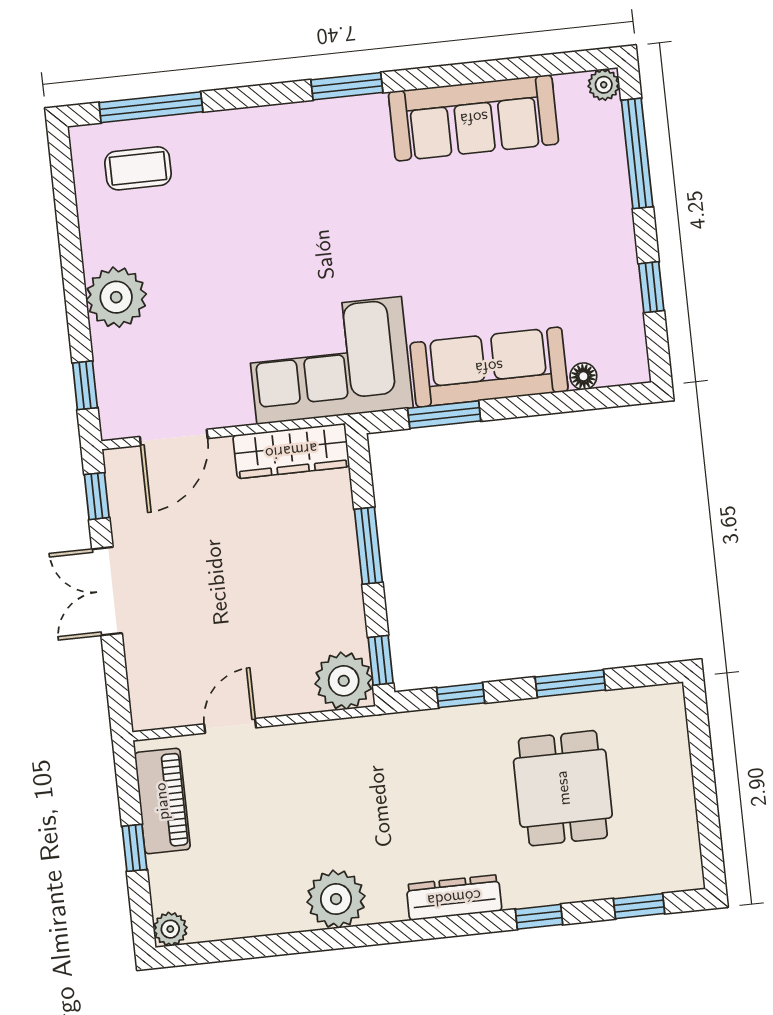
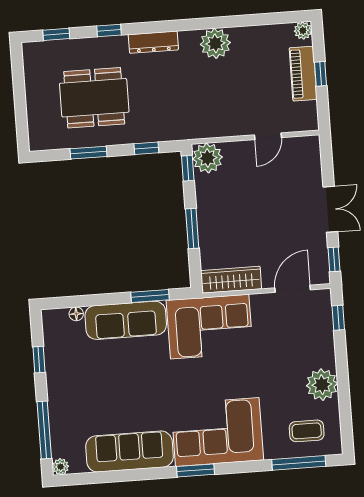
corner sofa: (308, 161) -> (217, 432), added
plant: (116, 297) -> (322, 385), moved
dining table: (563, 788) -> (94, 98), width x1.38
piano: (162, 801) -> (303, 74), moved

